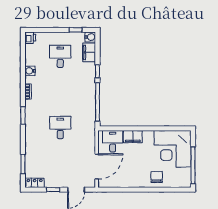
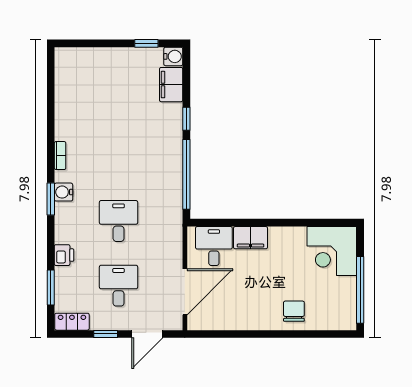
printer: (30, 38) -> (64, 255), moved
desk: (60, 56) -> (119, 286), moved
water cooler: (30, 71) -> (64, 192), moved
corner desk: (173, 149) -> (332, 251), width x0.74, depth x0.74

